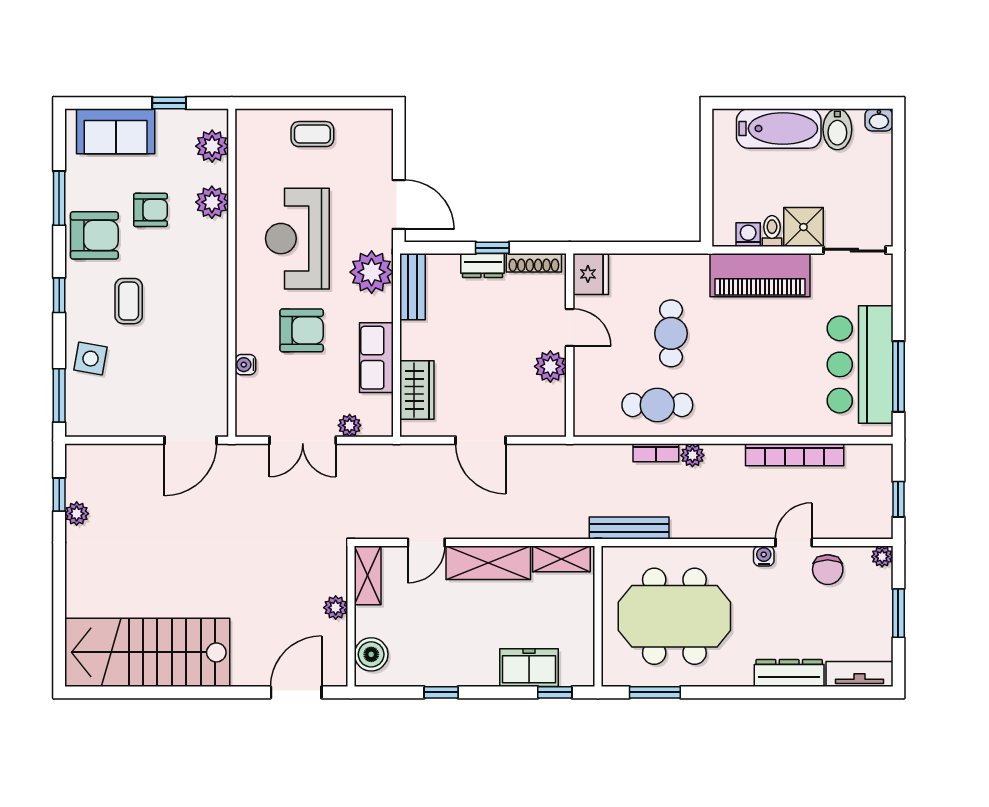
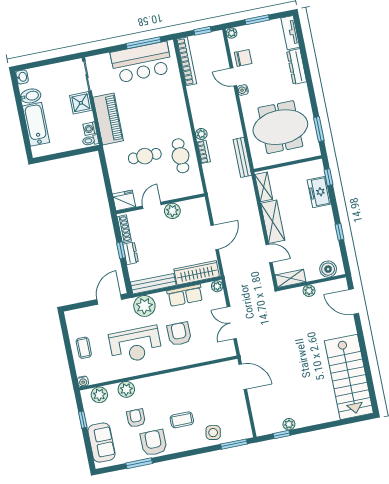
toilet: (772, 231) -> (90, 140), moved
bench: (412, 287) -> (153, 284), width x1.36
window: (59, 295) -> (186, 454), removed
water cooler: (245, 365) -> (83, 381), moved
wardrobe: (417, 390) -> (197, 273), width x1.50
plant: (350, 425) -> (217, 286), moved
double door: (303, 440) -> (232, 323), swing flipped
bookcase: (795, 455) -> (186, 61), moved
meeting table: (674, 616) -> (280, 127), turned 90

